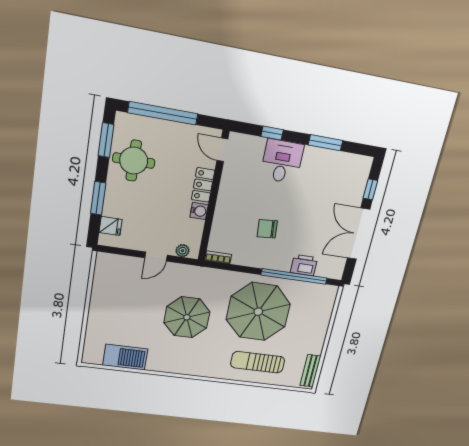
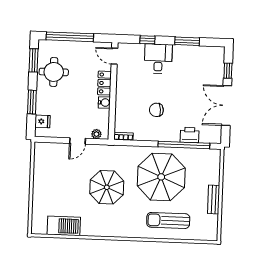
bench: (310, 371) -> (214, 199), moved

